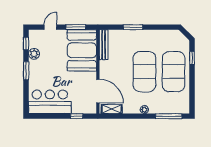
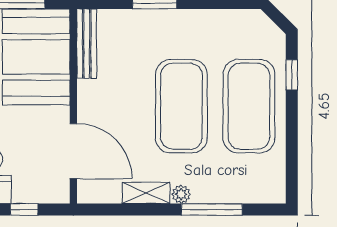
shelving: (112, 109) -> (146, 193), moved
window: (169, 116) -> (212, 210), moved

